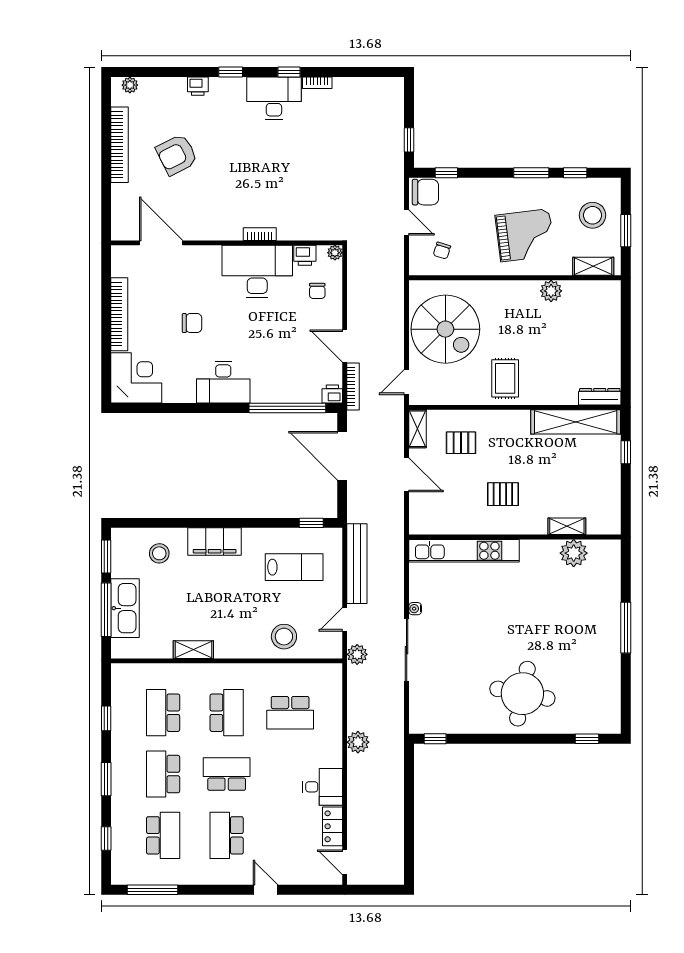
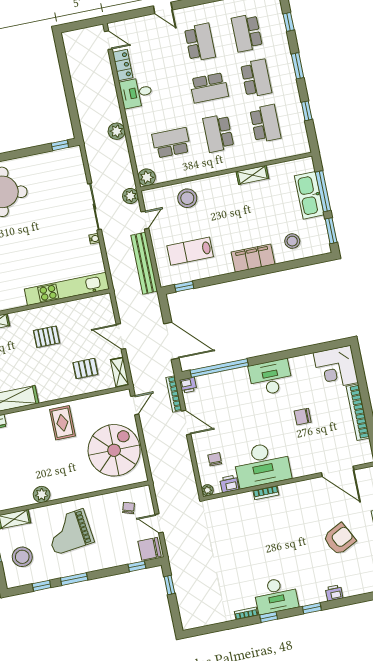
spiral stairs: (445, 329) -> (114, 450), turned 90
plant: (331, 674) -> (147, 177), added

